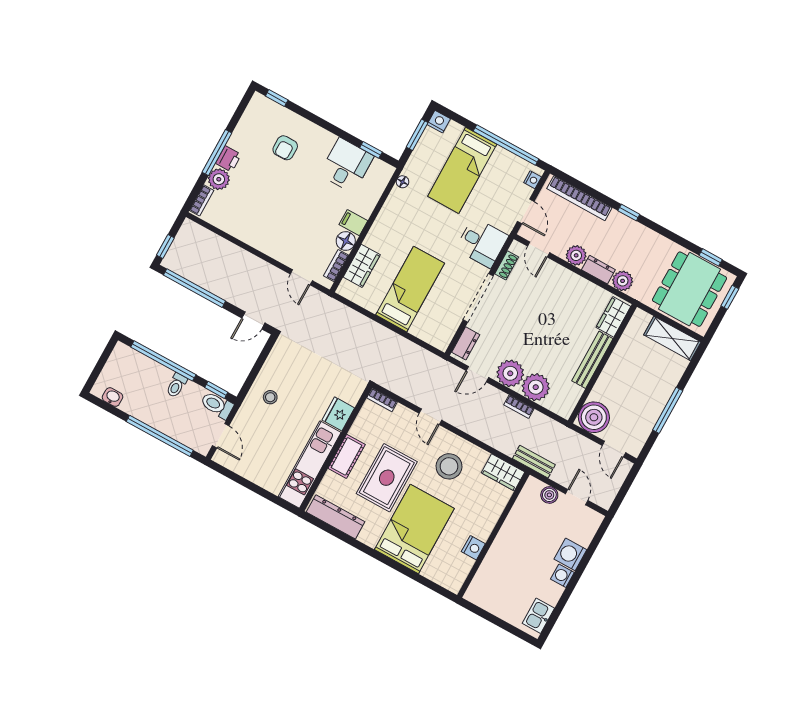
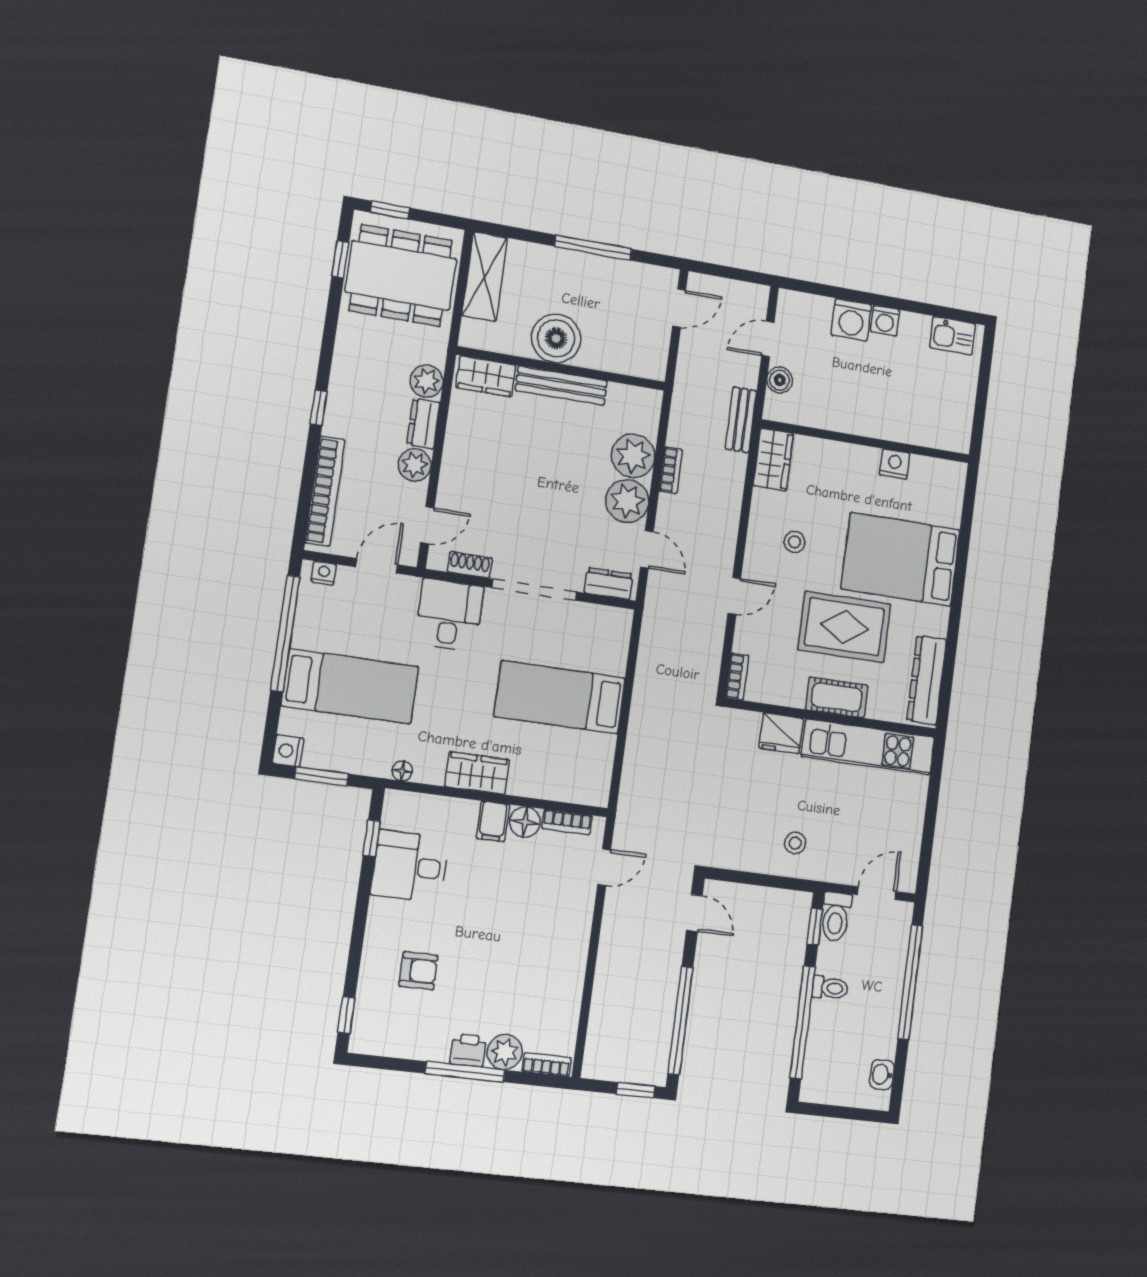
wardrobe: (362, 266) -> (477, 773), moved
boiler: (594, 417) -> (556, 338), moved
stool: (449, 466) -> (794, 542), width x0.53, depth x0.53

